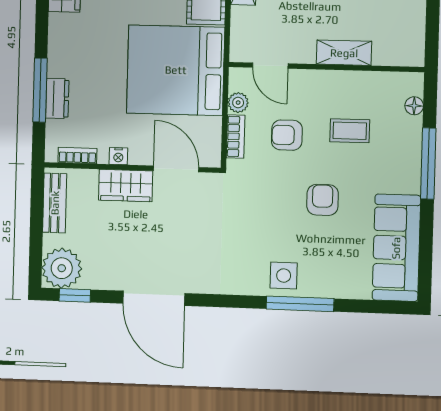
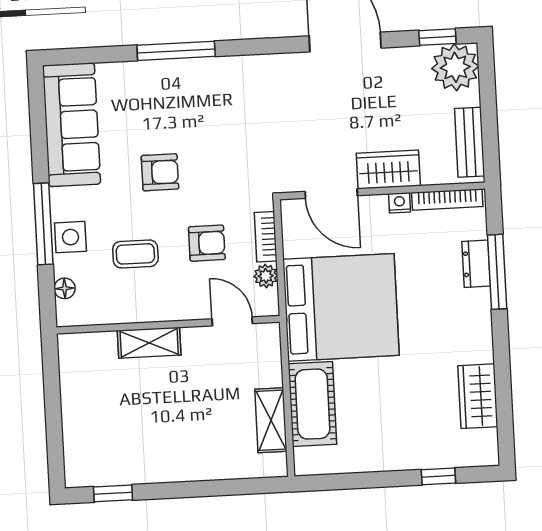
bookcase: (77, 156) -> (447, 200), width x1.56
armchair: (323, 200) -> (160, 172), turned -90
side table: (284, 276) -> (70, 237), moved

